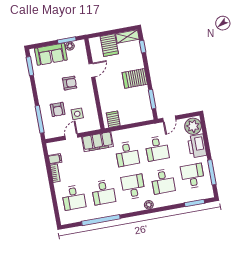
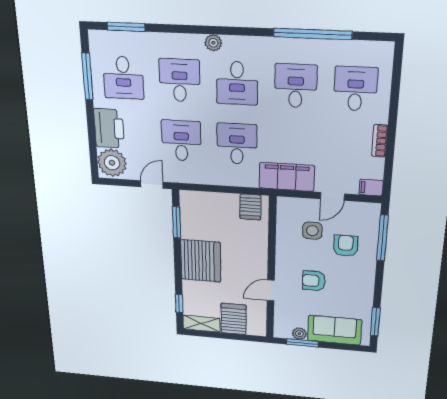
server rack: (135, 78) -> (201, 261), width x1.60
filing cabinet: (55, 159) -> (371, 188), moved

